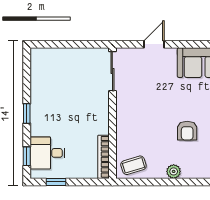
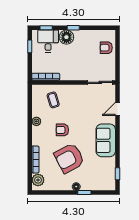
door: (154, 44) -> (117, 109), swing flipped
armchair: (58, 62) -> (106, 48), added
floor lamp: (41, 124) -> (66, 37), added
coffee table: (133, 165) -> (53, 100), moved

